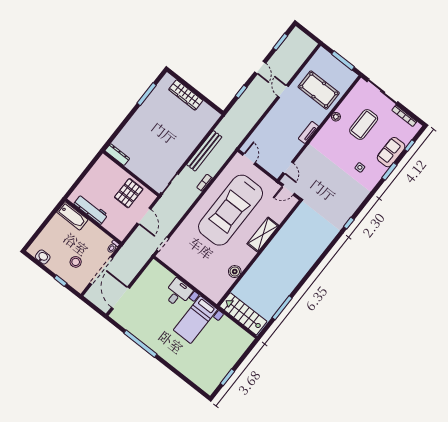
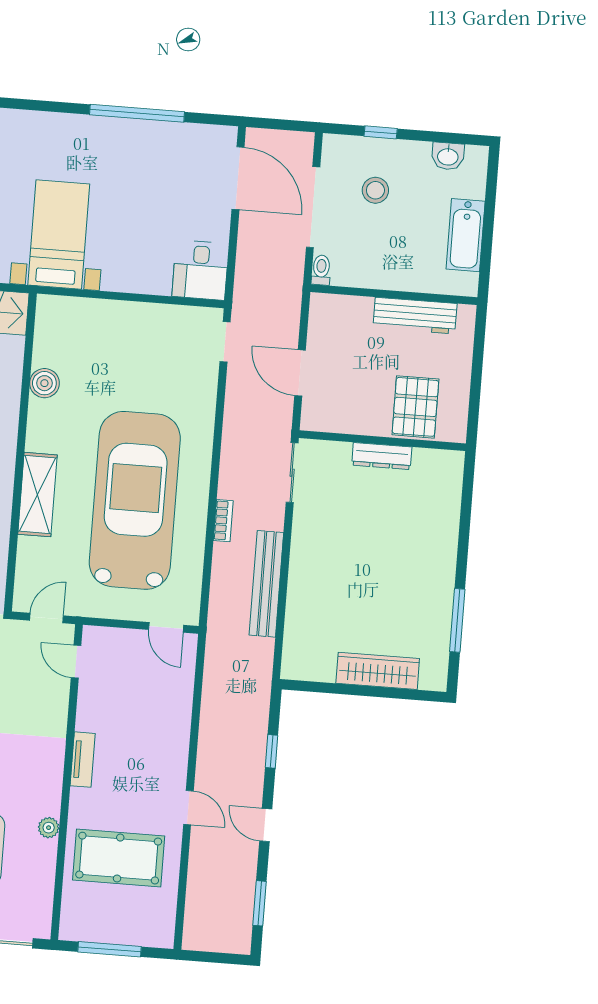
dresser: (117, 155) -> (382, 456), moved
pallet: (129, 193) -> (415, 407), moved
bathtub: (72, 216) -> (466, 235), moved, turned -90
desk: (178, 293) -> (200, 270), moved

